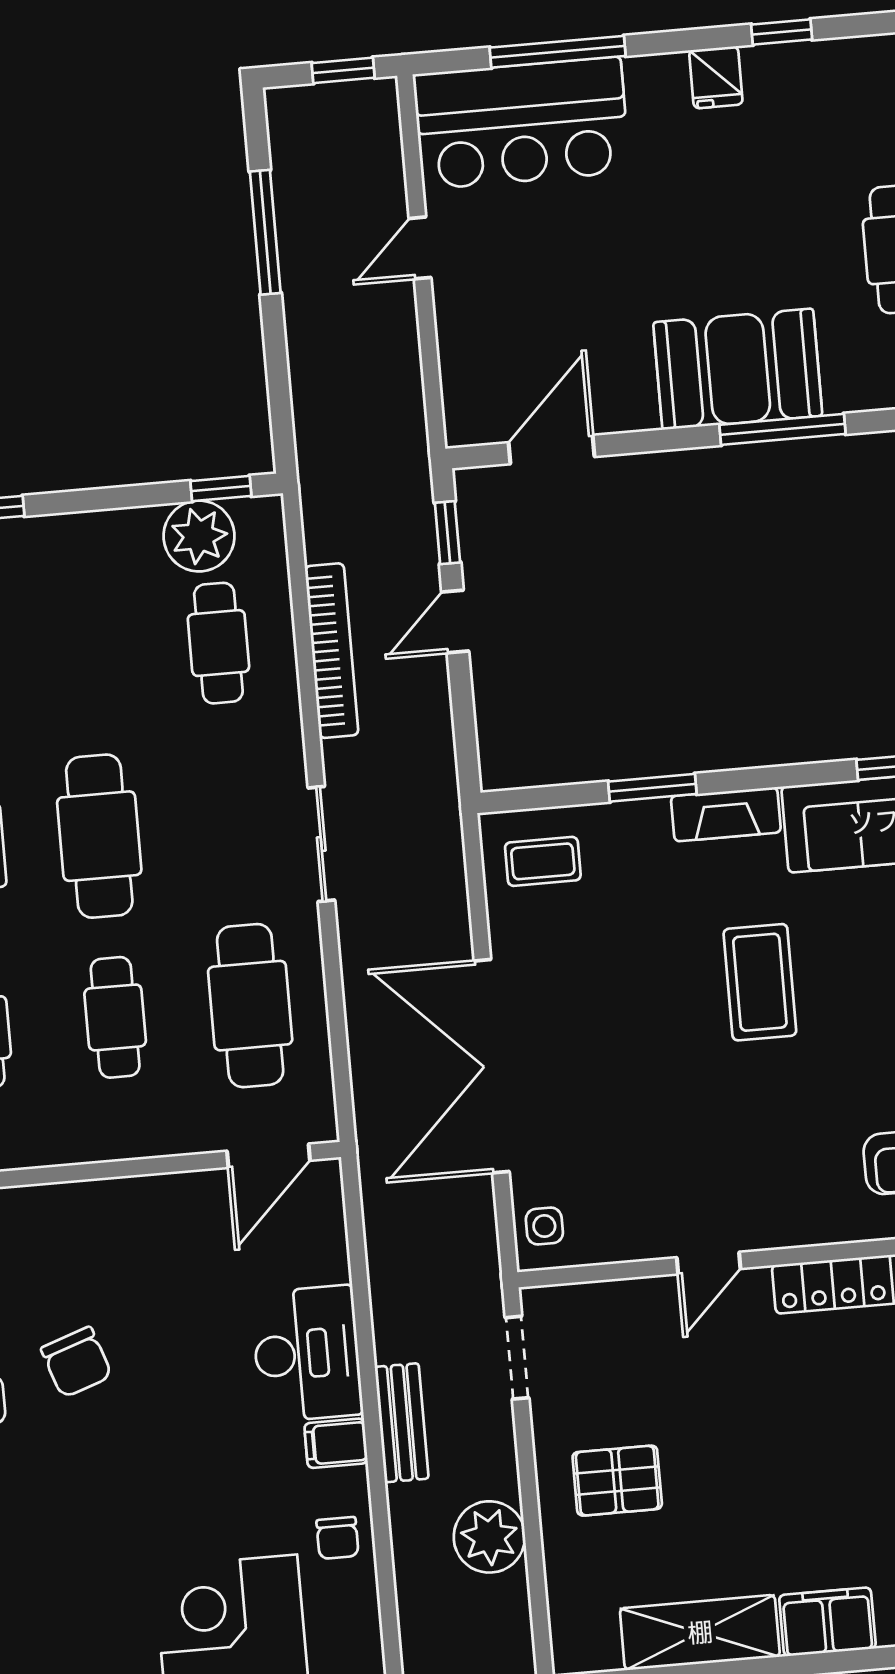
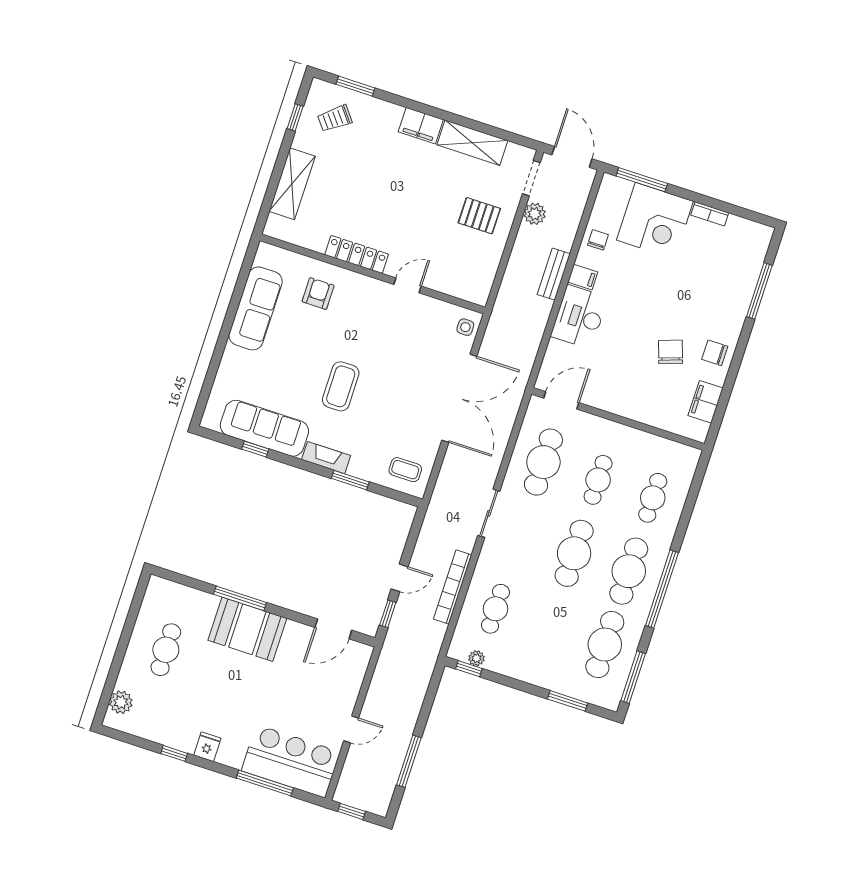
plant: (199, 536) -> (476, 658), width x0.53, depth x0.53
doorway: (517, 1358) -> (531, 178), moved
plant: (489, 1537) -> (535, 214), width x0.73, depth x0.73

